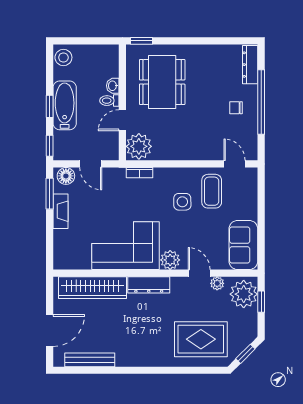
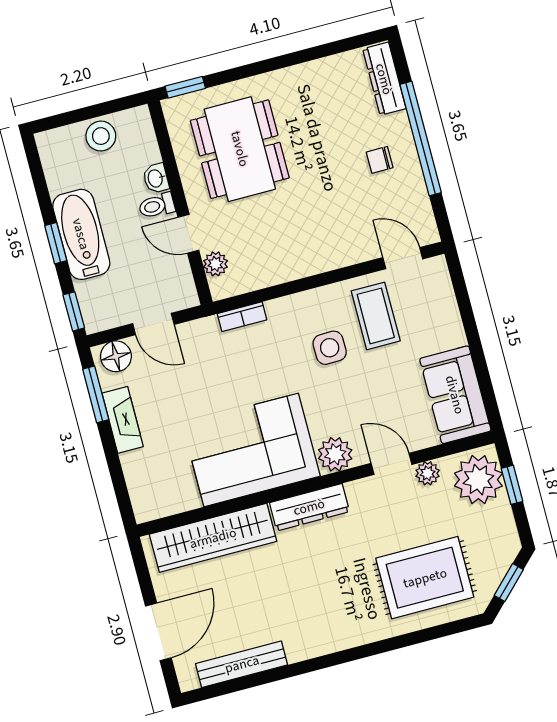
stool: (63, 57) -> (101, 136), moved
door: (122, 120) -> (188, 234), hinge flipped
plant: (139, 146) -> (216, 264), width x0.53, depth x0.53

